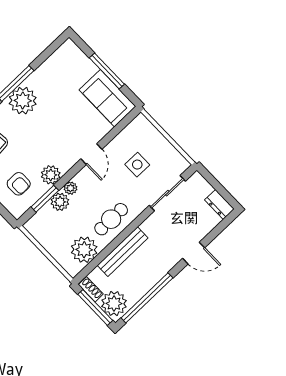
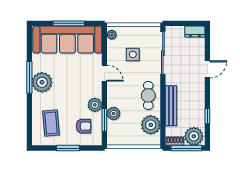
sofa: (107, 98) -> (67, 40), width x1.85, depth x1.27
plant: (70, 188) -> (112, 35), moved
sliding door: (167, 193) -> (163, 53), width x1.37
window: (147, 298) -> (207, 116), width x0.32

